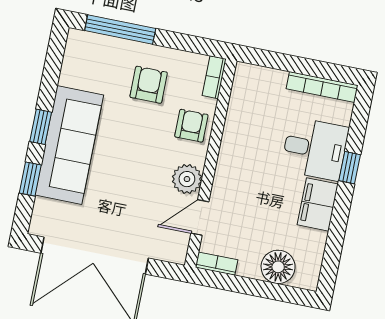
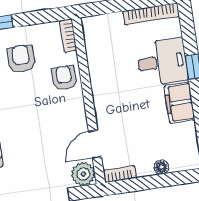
plant: (187, 179) -> (83, 174), moved
floor lamp: (278, 267) -> (161, 167), width x0.53, depth x0.53

